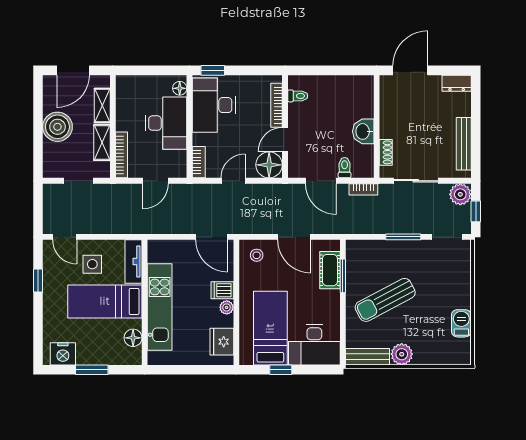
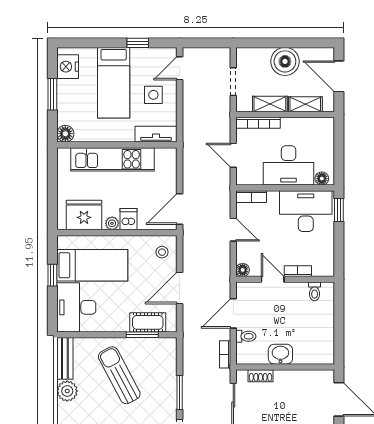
bookcase: (276, 105) -> (298, 271), width x0.64
floor lamp: (269, 165) -> (243, 270), width x0.53, depth x0.53
bed: (105, 301) -> (114, 83), moved, turned 180
floor lamp: (133, 338) -> (65, 134), moved
fridge: (222, 342) -> (84, 215), width x1.36, depth x1.34

